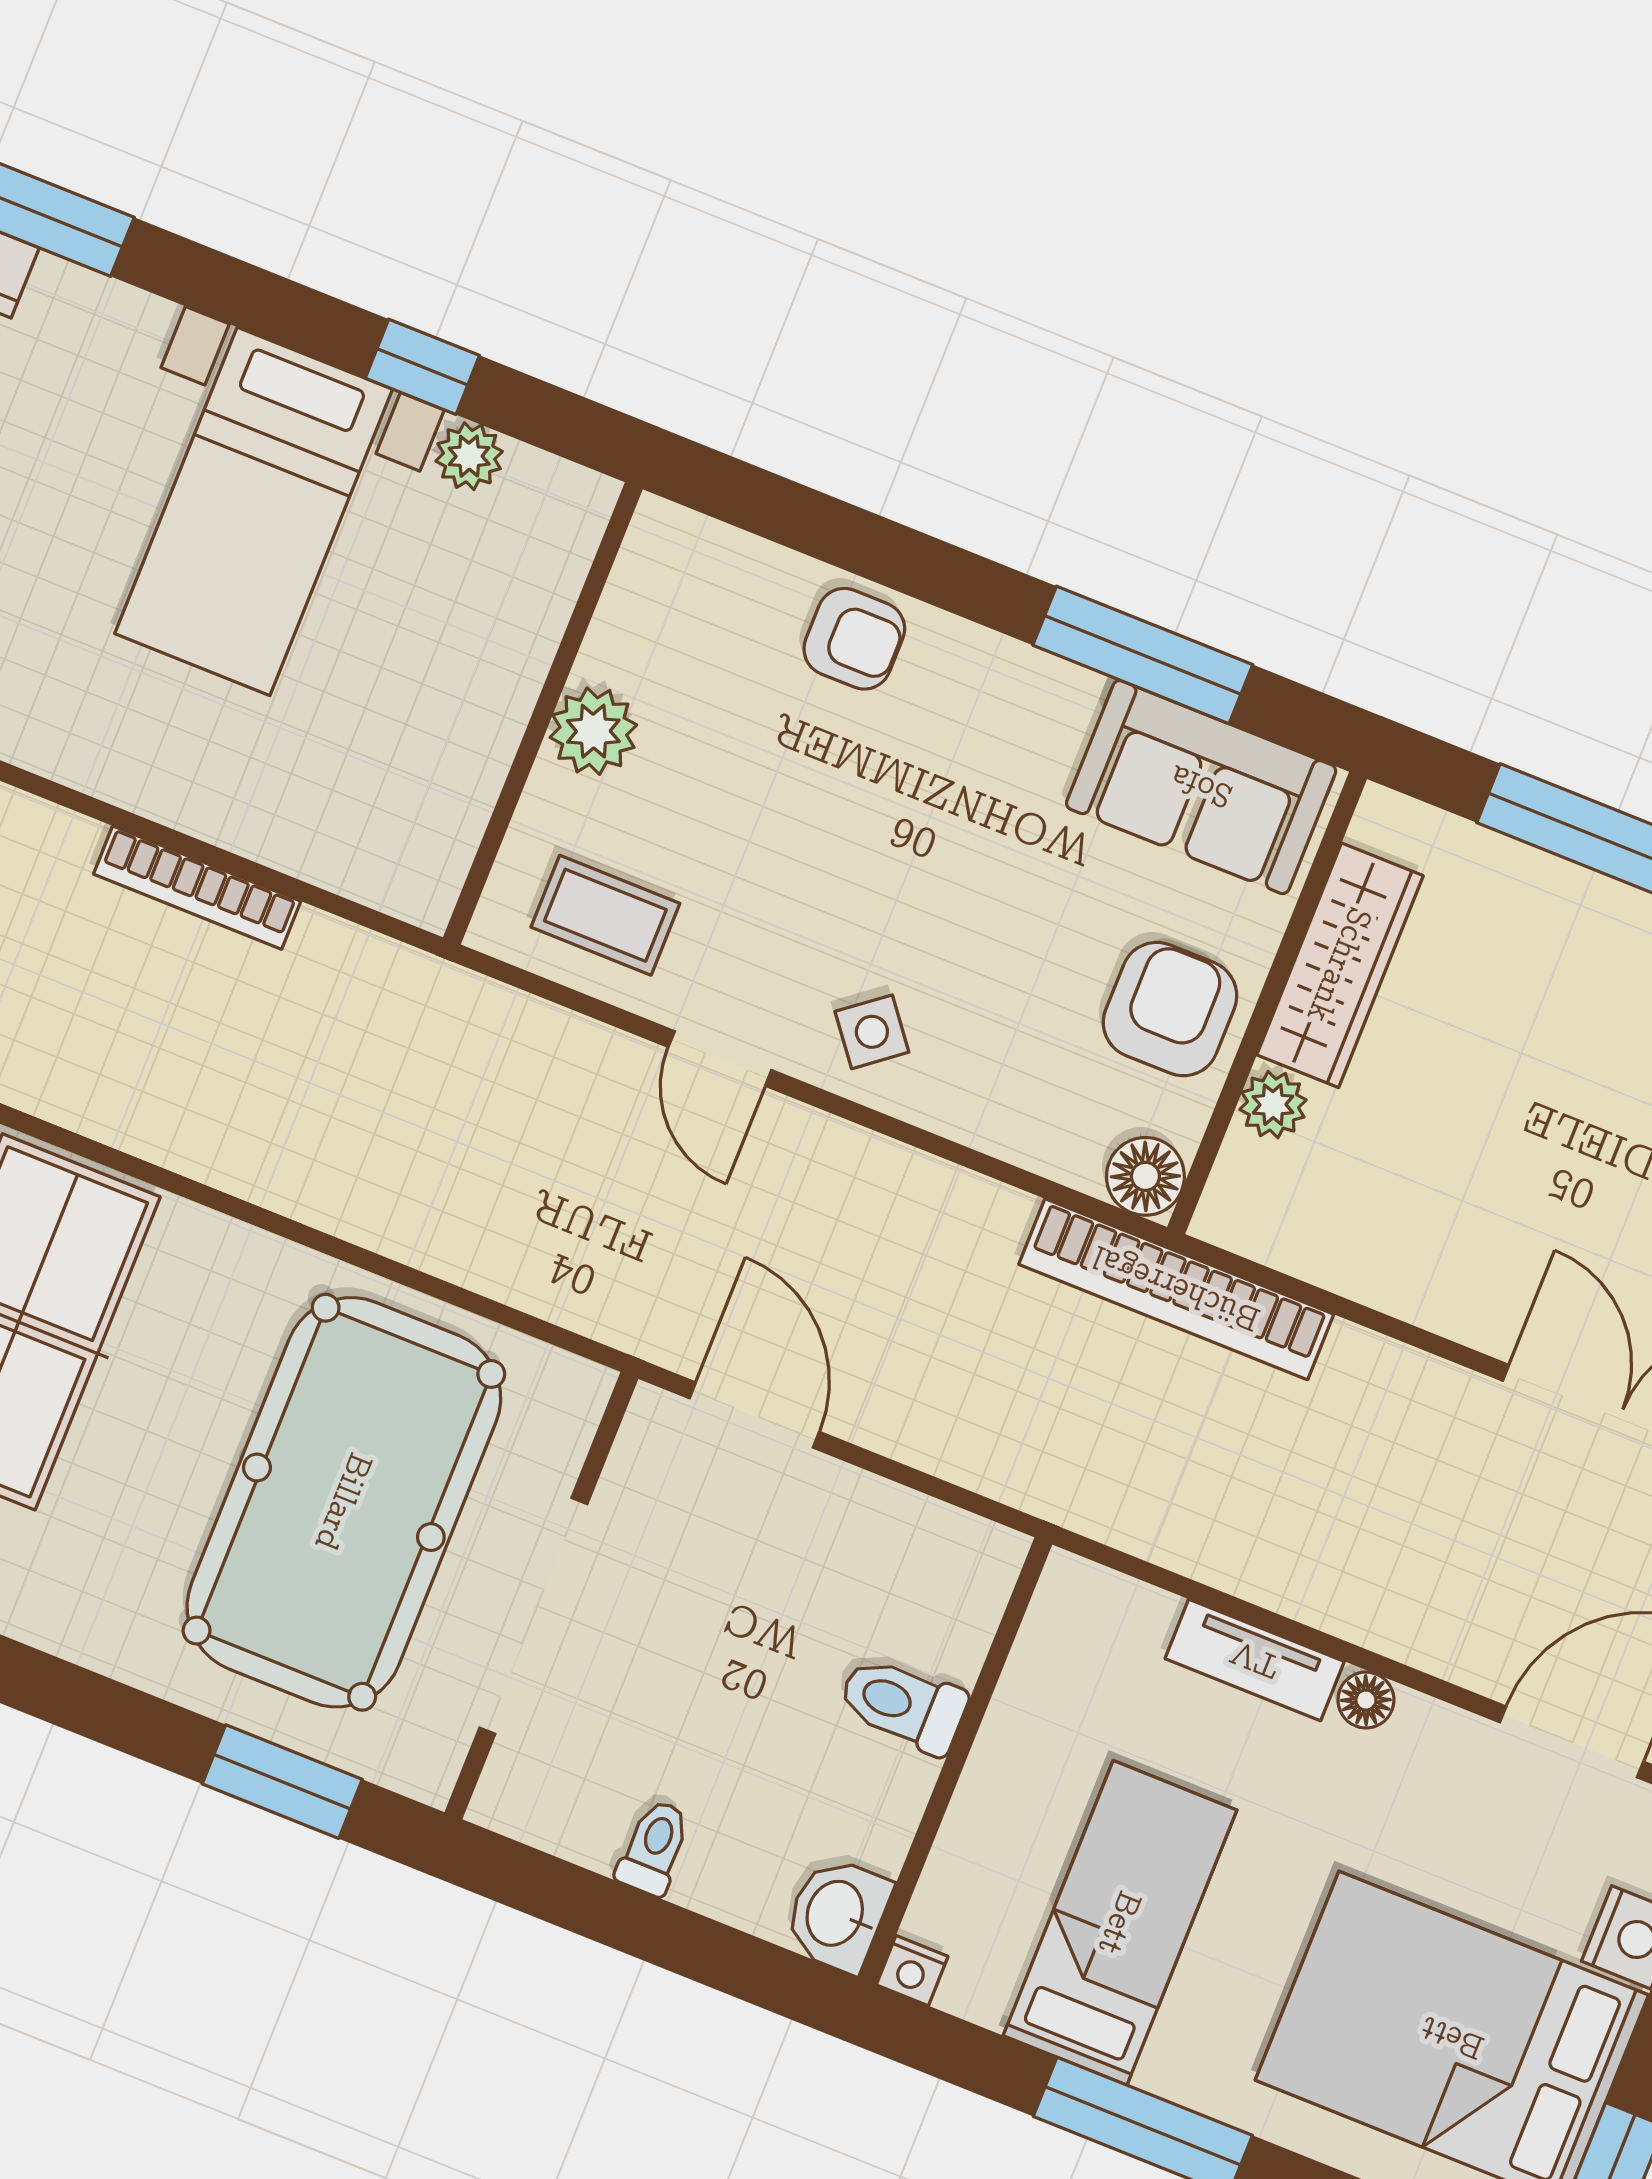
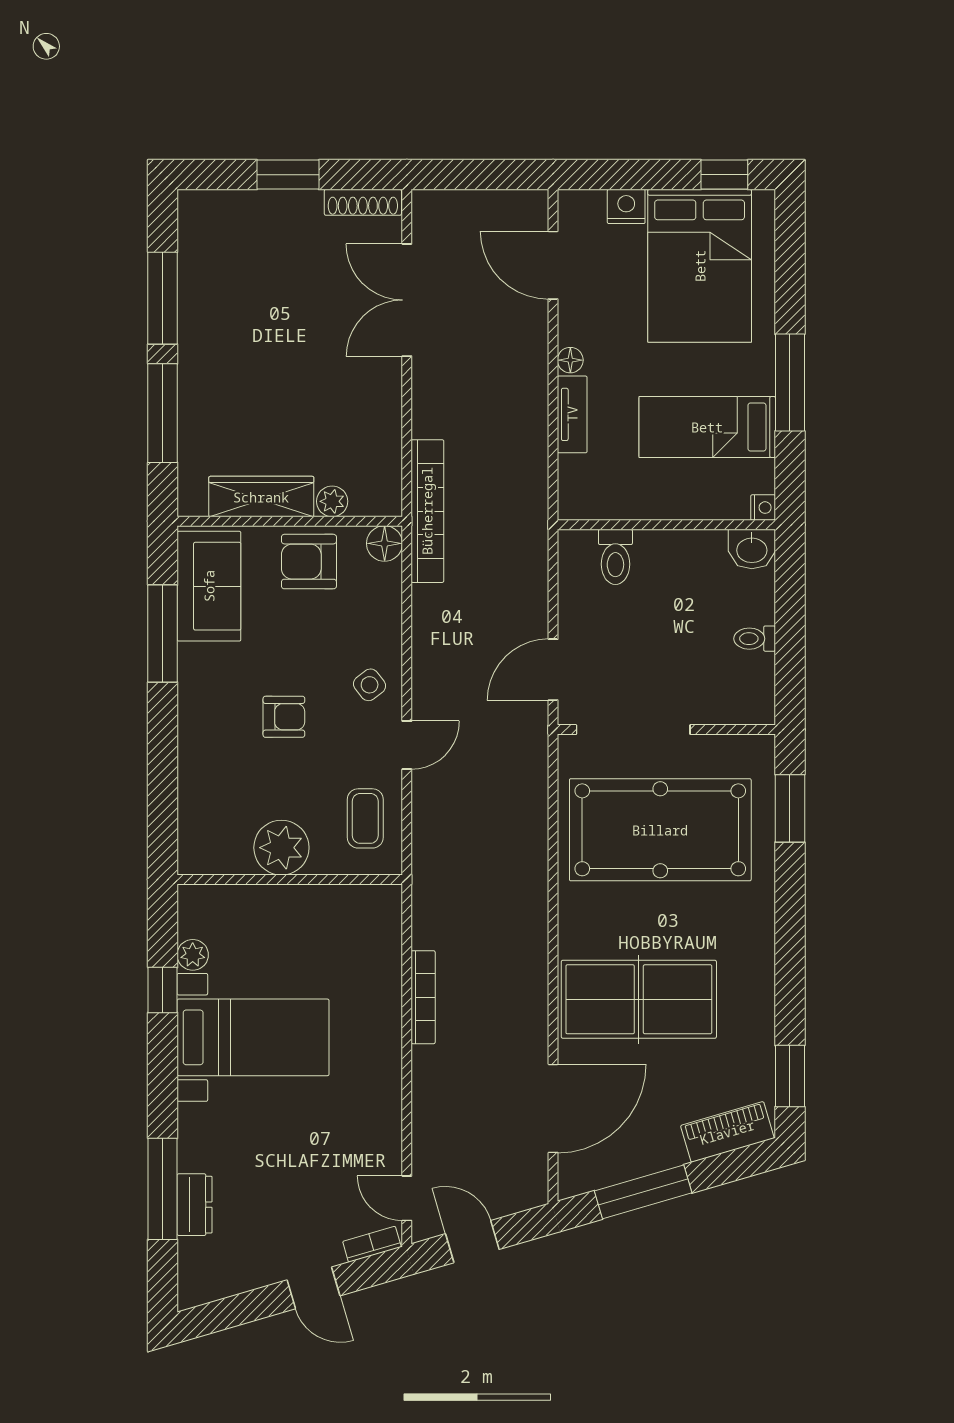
armchair: (854, 639) -> (284, 717), moved, turned 90
plant: (593, 731) -> (281, 848), width x1.36, depth x1.36
doorway: (533, 1616) -> (633, 730), moved
toilet: (903, 1704) -> (615, 557), moved

